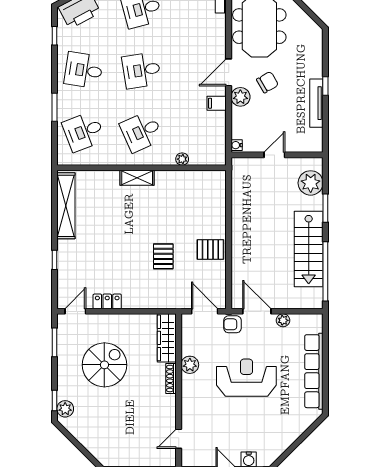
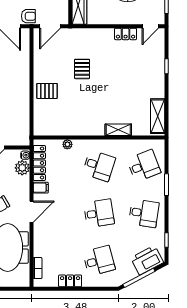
plant: (240, 97) -> (22, 168), moved
desk: (142, 132) -> (99, 166), turned 42
locker: (218, 135) -> (39, 163), added
shelving: (137, 178) -> (118, 130), moved
shelving: (66, 206) -> (158, 116), width x0.68
pallet: (210, 250) -> (47, 91), moved
door: (205, 311) -> (50, 26), hinge flipped

